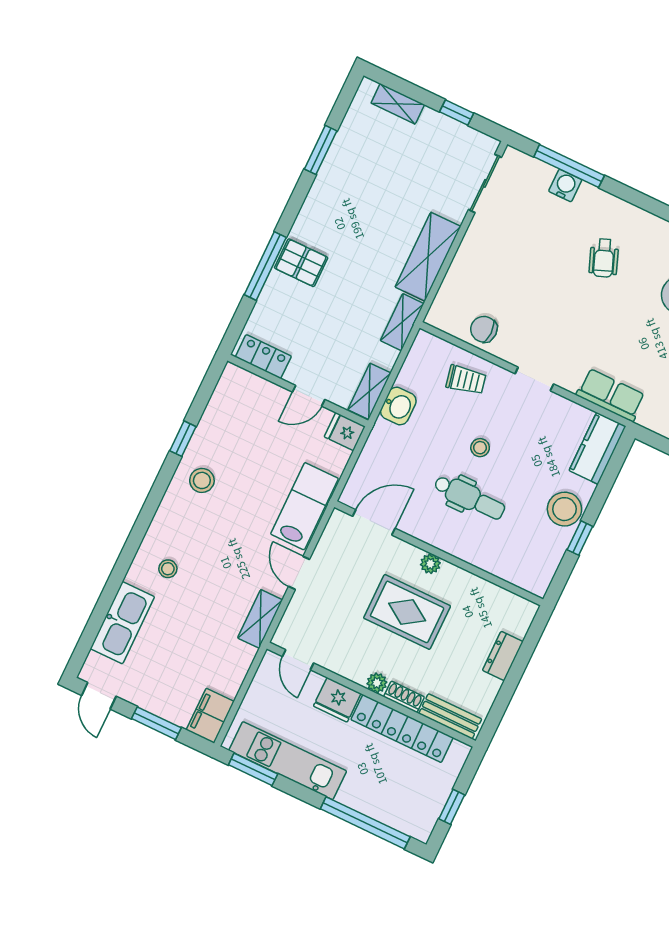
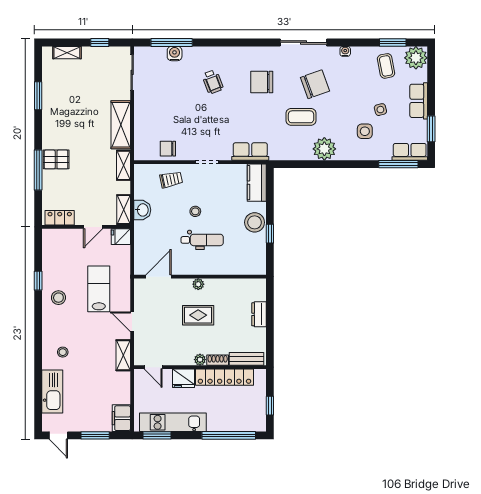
lab bench: (304, 506) -> (99, 289), moved
rug: (407, 612) -> (198, 315), width x0.73, depth x0.70

